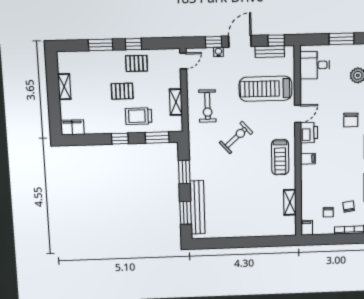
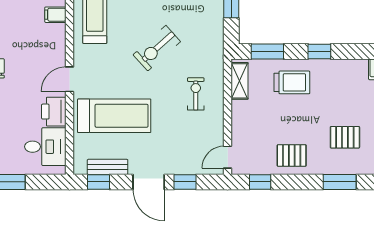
door: (240, 41) -> (149, 182), hinge flipped
window: (133, 44) -> (260, 182), moved
water cooler: (218, 52) -> (178, 168), removed
pallet: (122, 91) -> (345, 137), moved
shelving: (176, 102) -> (240, 81), moved
exercise bike: (207, 106) -> (196, 94), width x0.73, depth x0.72
printer: (309, 133) -> (54, 112), moved

